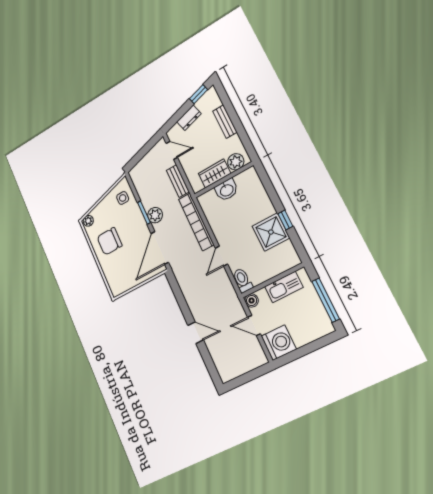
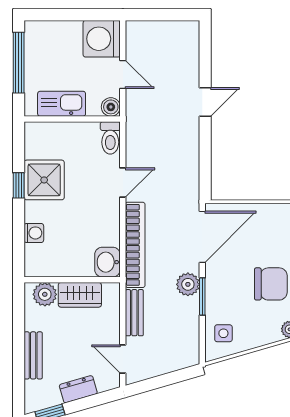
washbasin: (226, 190) -> (107, 262), moved, turned -90
washing machine: (261, 195) -> (34, 233), added
door: (196, 333) -> (205, 102), swing flipped

